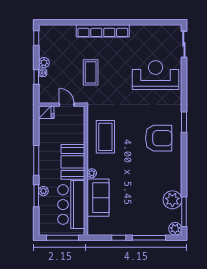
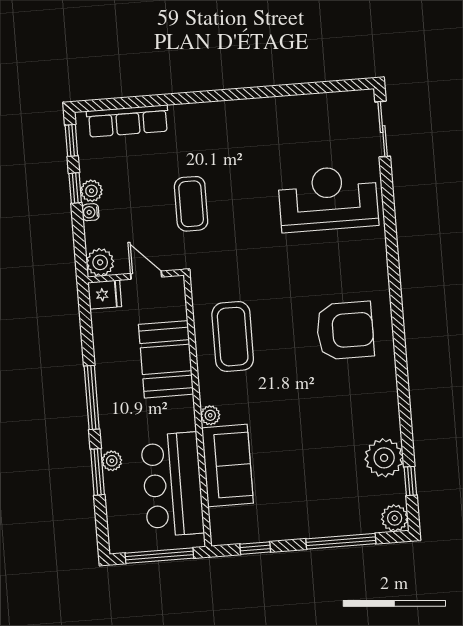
row of seats: (103, 31) -> (128, 121), moved, width x0.73
window: (36, 77) -> (75, 188), moved
plant: (45, 97) -> (100, 262), added
window: (184, 122) -> (395, 293), removed
booth: (73, 162) -> (166, 359), moved
window: (184, 212) -> (410, 481), width x0.46
window: (119, 238) -> (255, 548), moved

